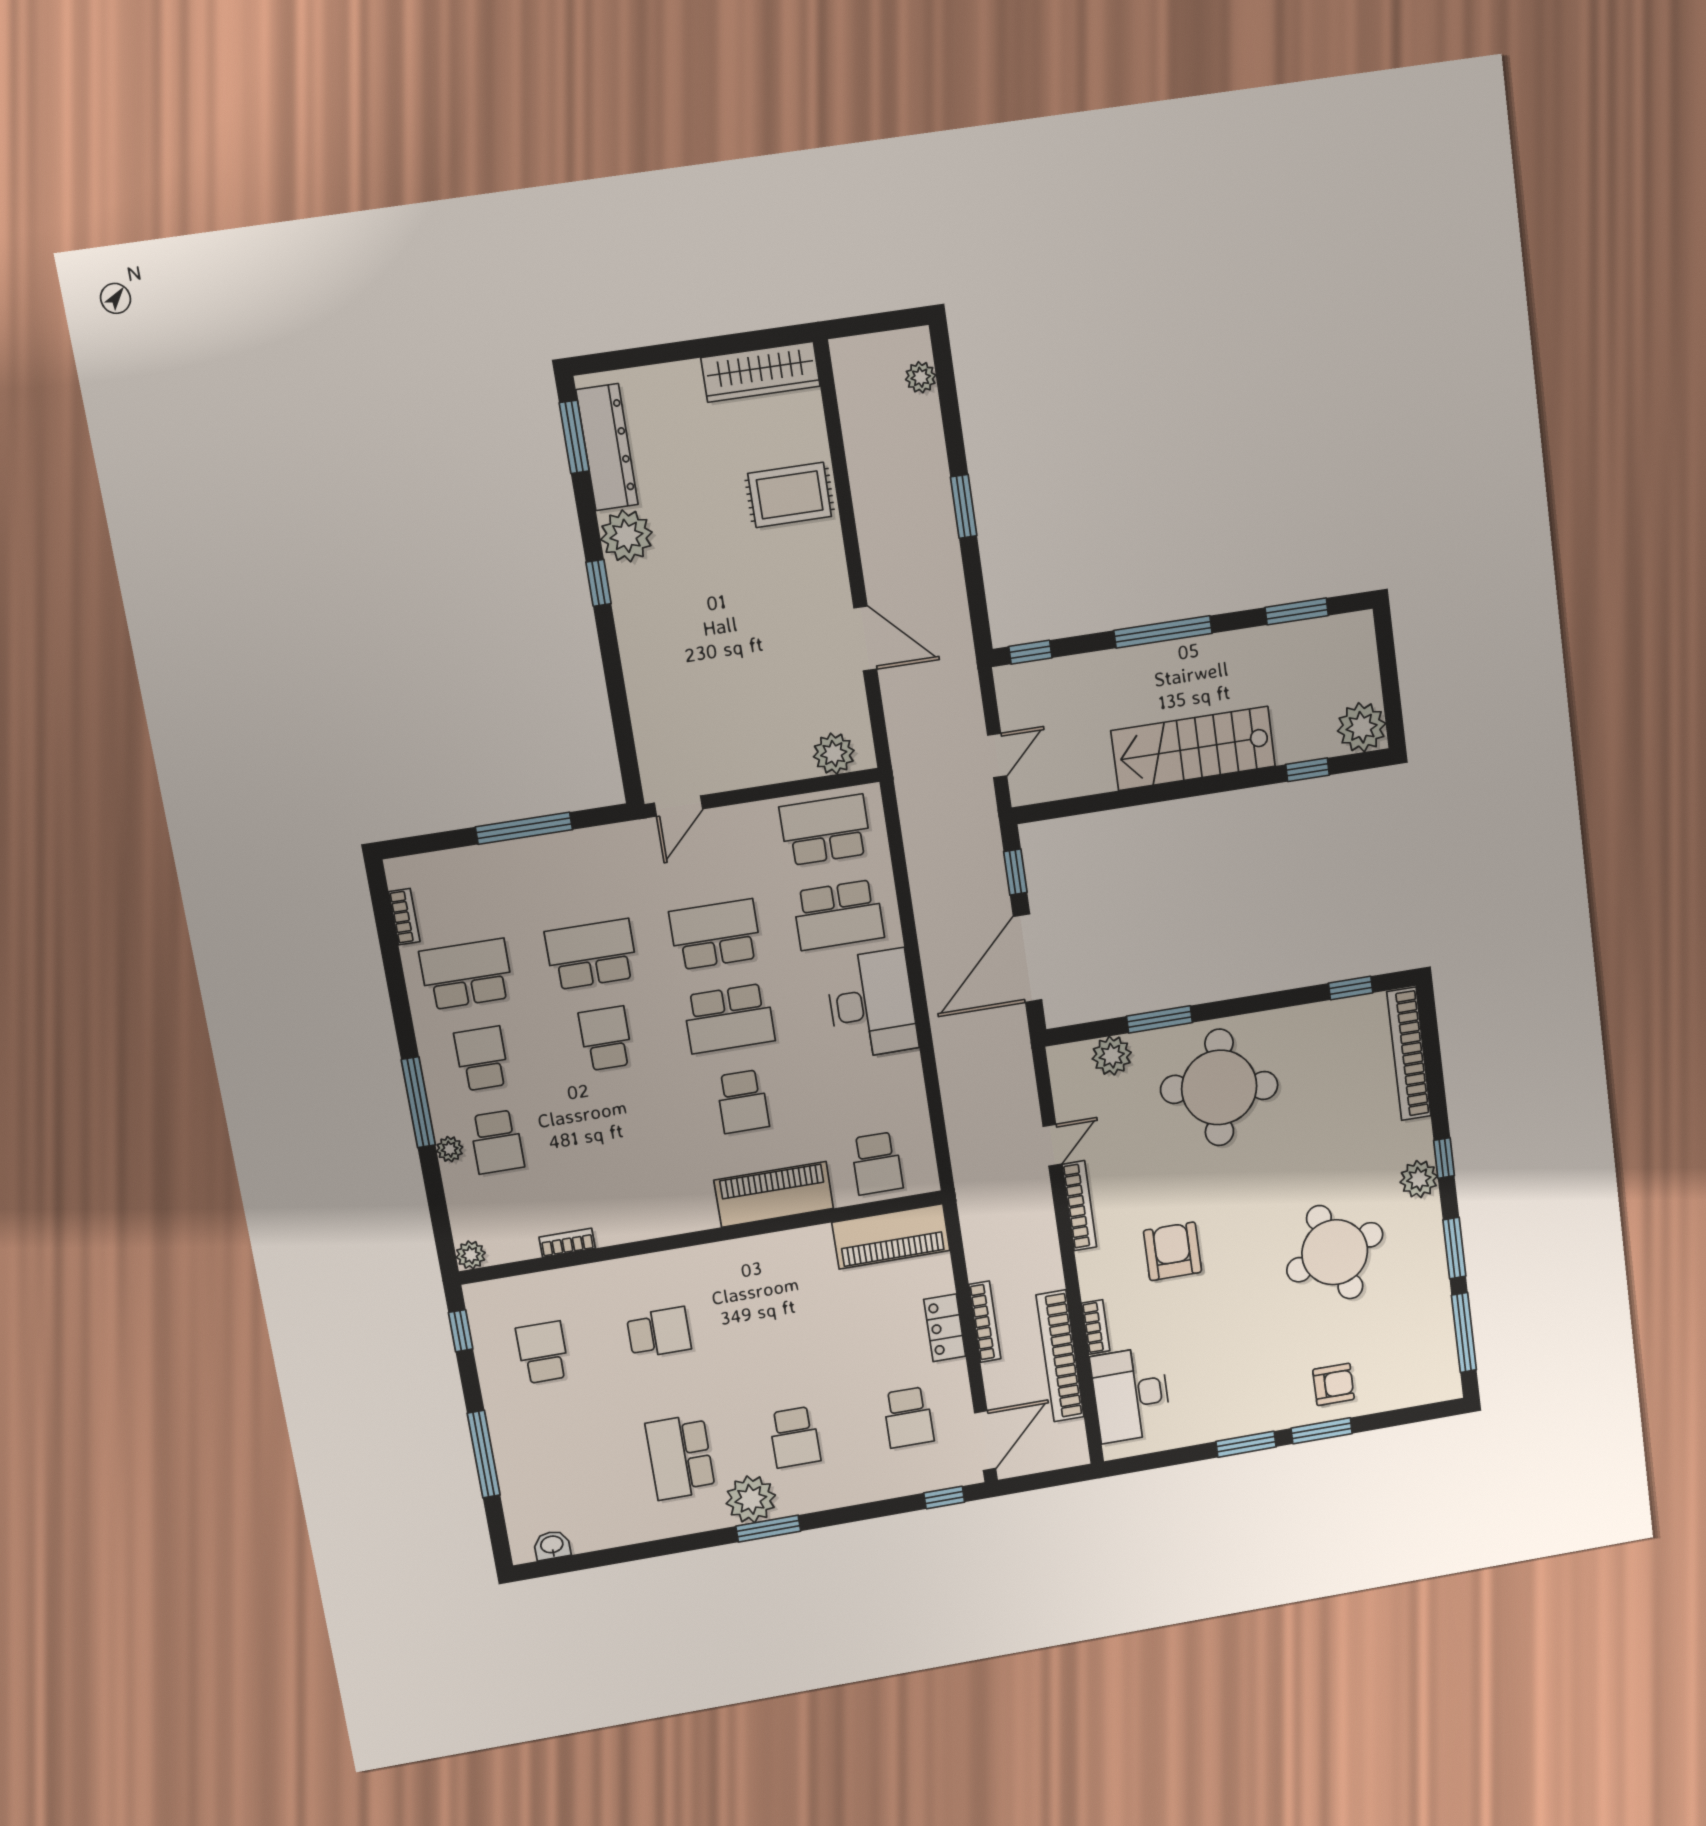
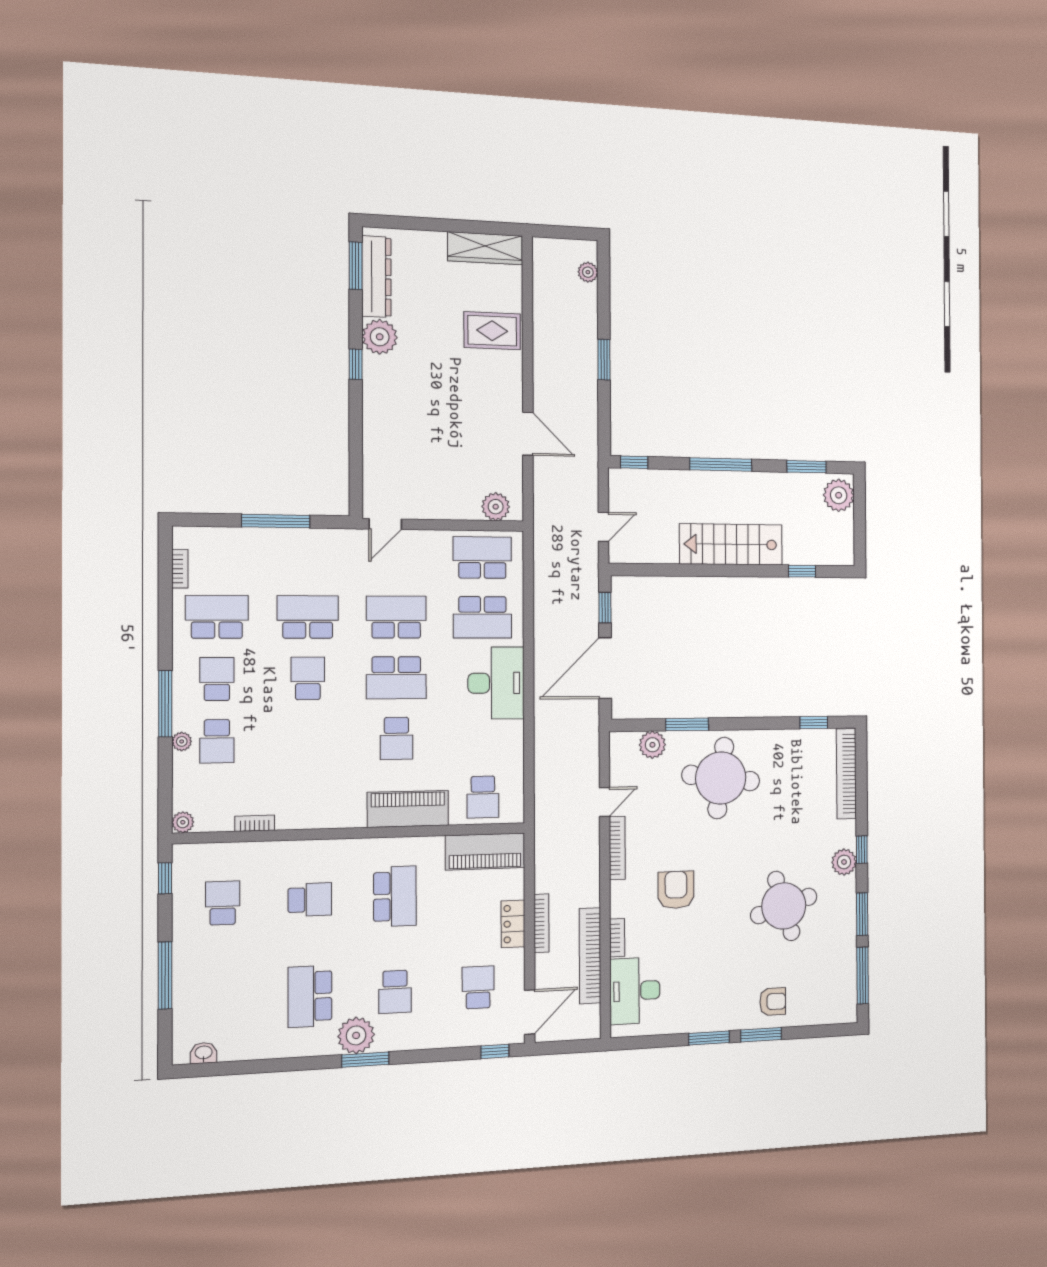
plant: (1362, 727) -> (839, 495), moved
school desk: (774, 1313) -> (395, 896), added
school desk: (908, 1417) -> (478, 987), turned 180

